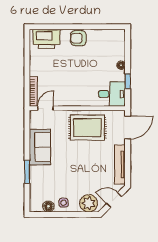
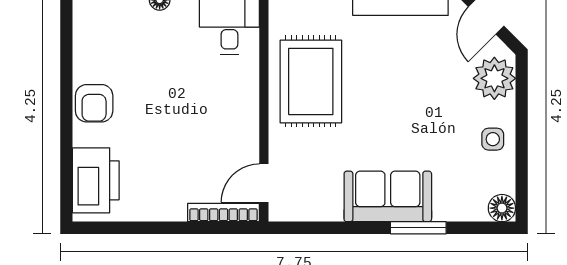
door: (45, 108) -> (264, 183), hinge flipped
sofa: (40, 147) -> (388, 196), moved
floor lamp: (48, 206) -> (502, 208), moved

